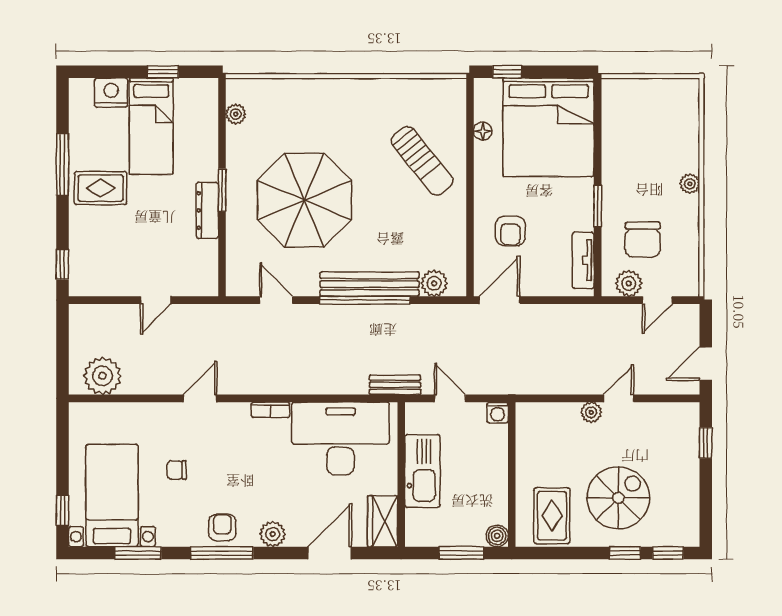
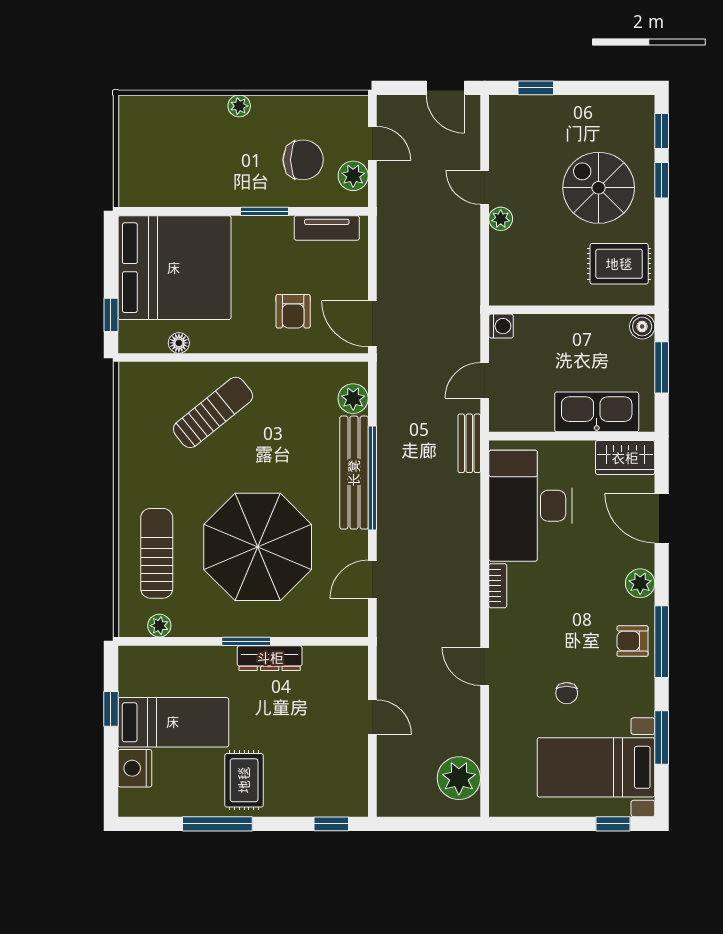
sun lounger: (299, 112) -> (157, 553), added
armchair: (510, 231) -> (293, 311), turned 90
kitchen sink: (422, 471) -> (597, 412), moved

